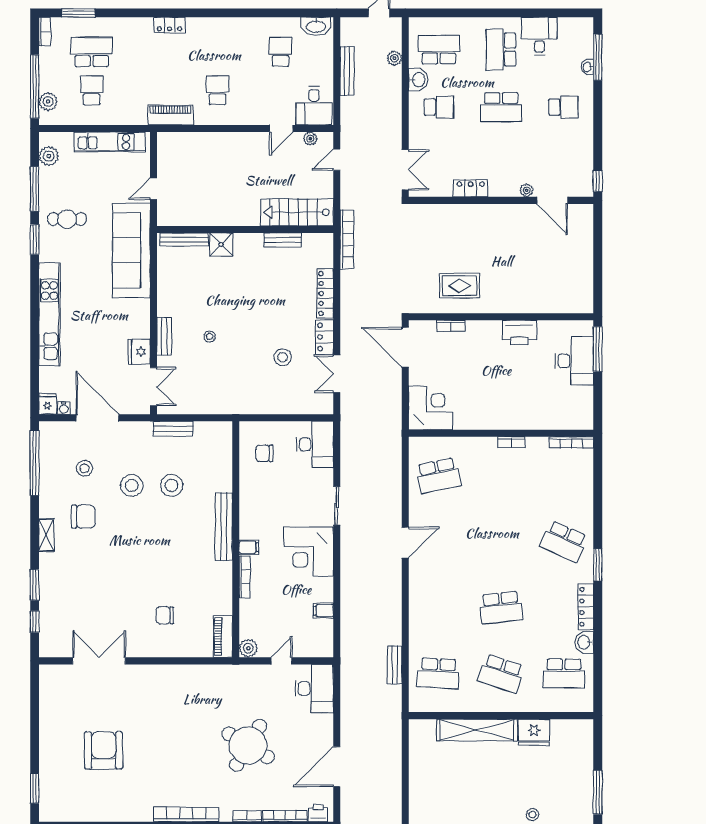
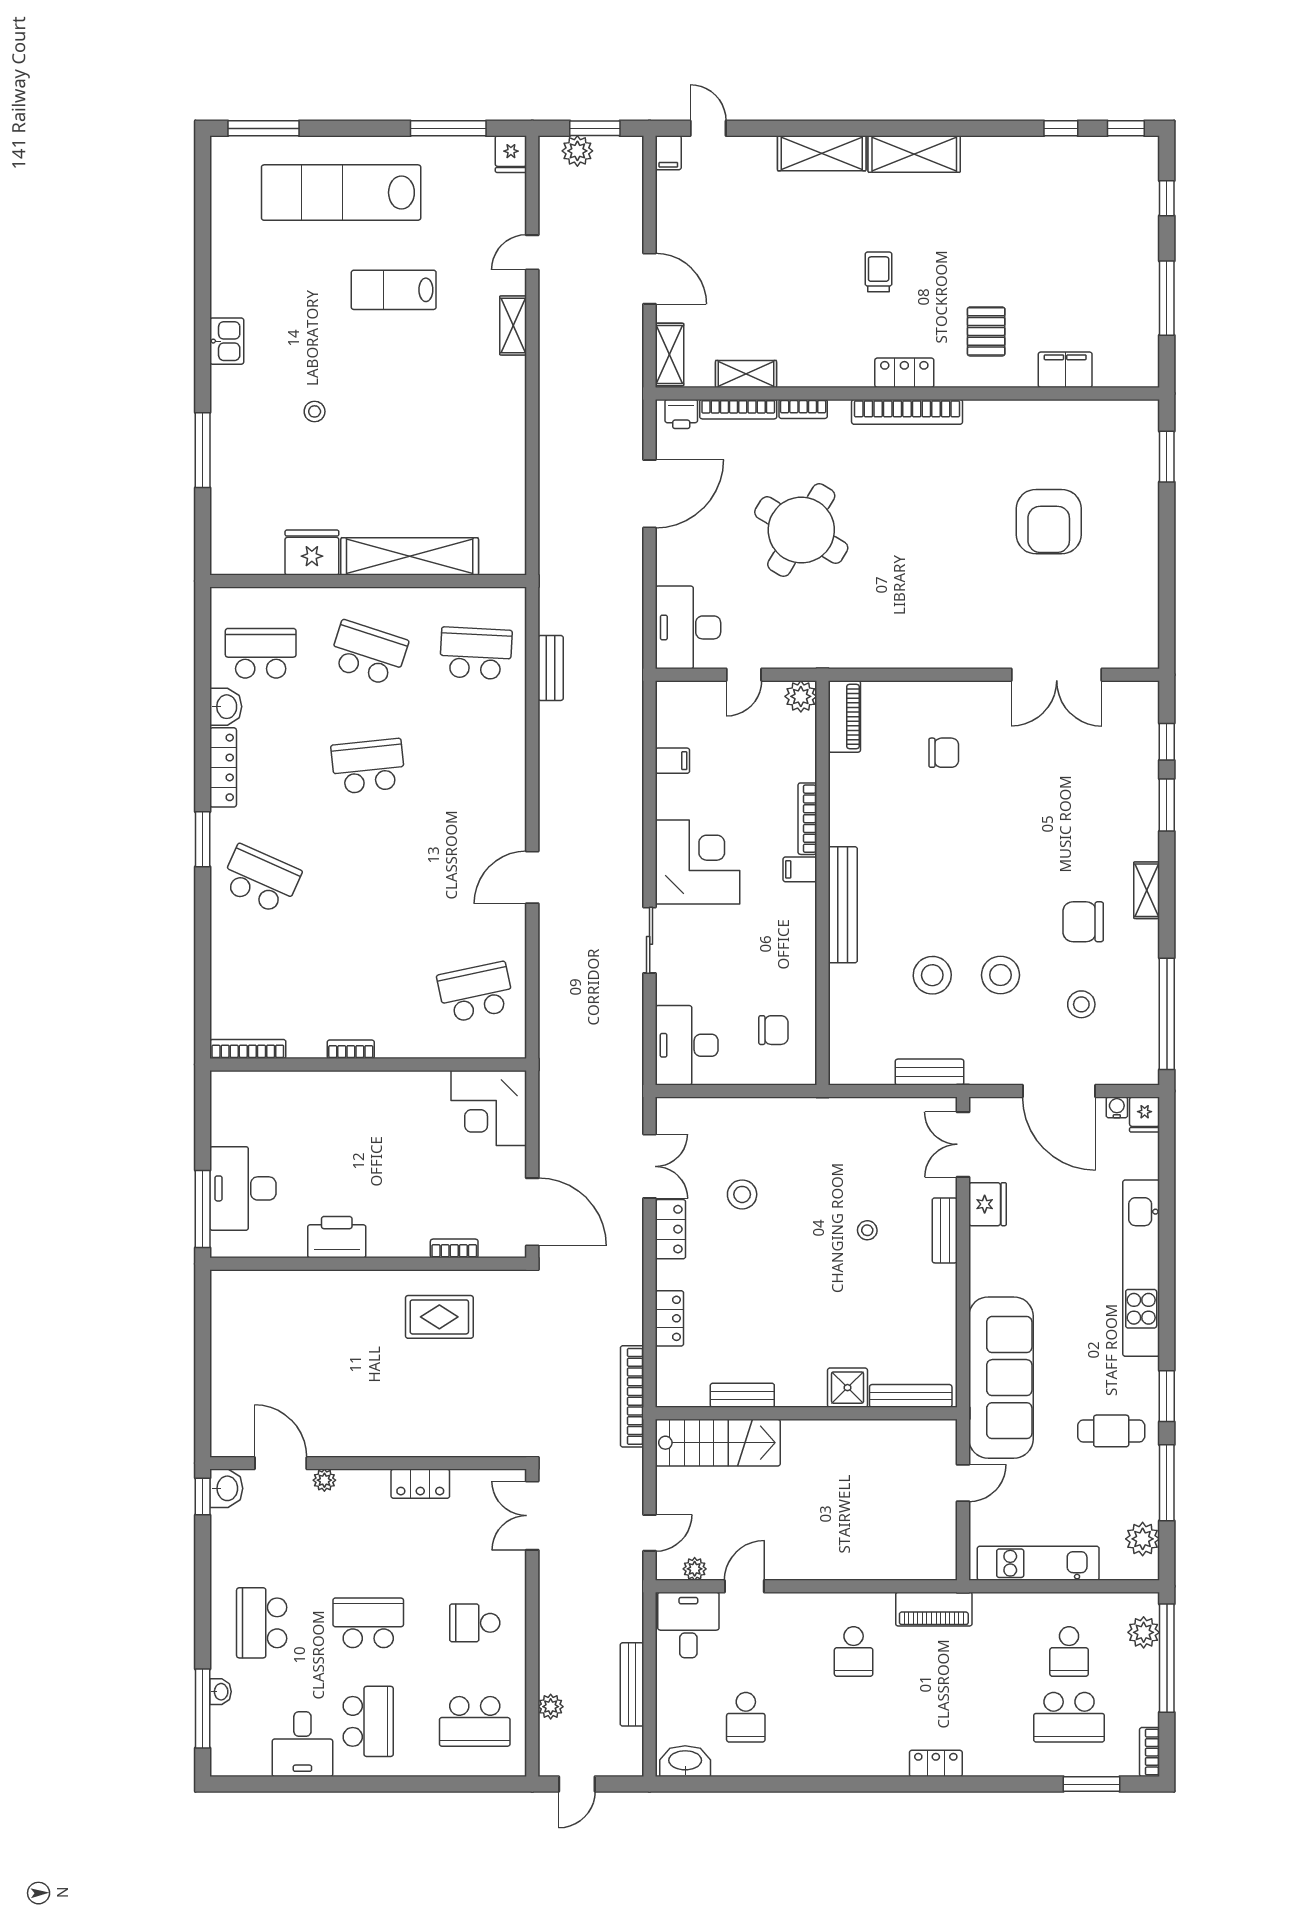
washbasin: (418, 80) -> (226, 1488), moved, turned 180
school desk: (563, 107) -> (262, 1623), width x1.85
locker: (325, 293) -> (669, 1318), width x0.66

